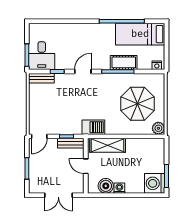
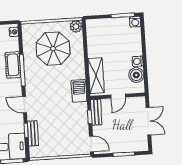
bench: (41, 78) -> (33, 133), moved
washing machine: (155, 183) -> (135, 22), width x0.53, depth x0.53

